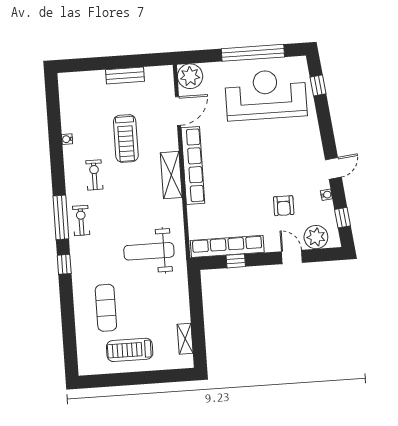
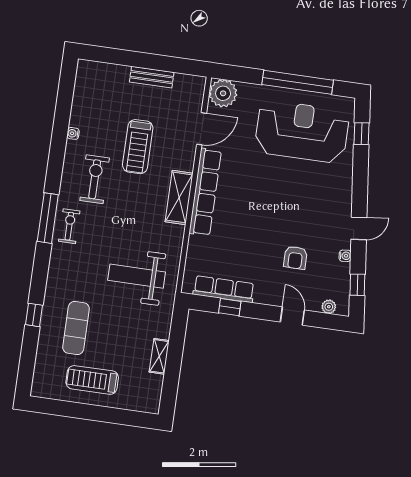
exercise bike: (94, 175) -> (95, 179), width x1.38, depth x1.39
plant: (316, 237) -> (329, 307), width x0.53, depth x0.53
row of seats: (227, 246) -> (224, 289), width x0.73
window: (64, 264) -> (34, 315), moved
shelving: (185, 339) -> (159, 356), moved

